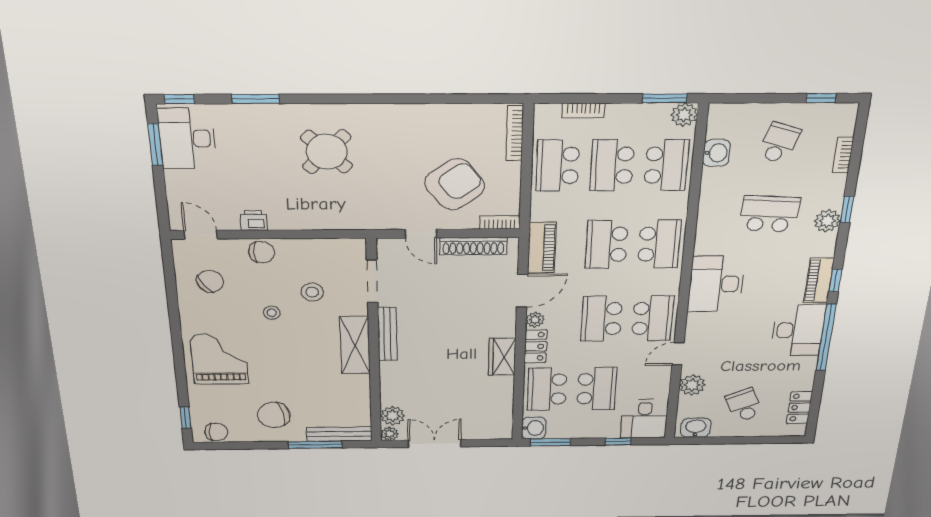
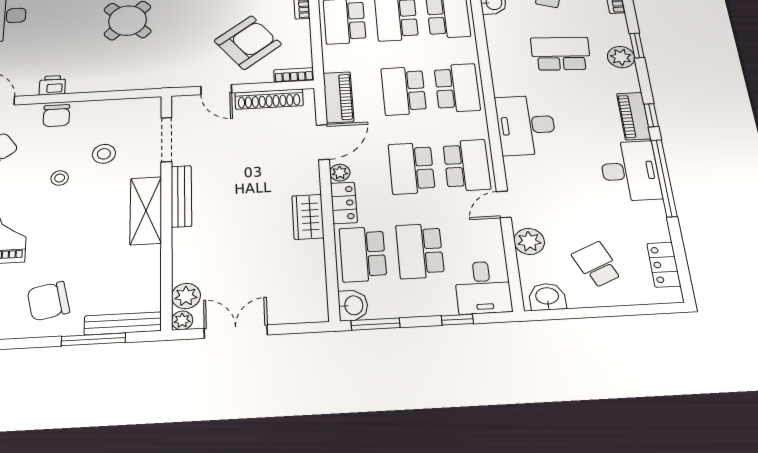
chair: (262, 252) -> (56, 116), turned 90
school desk: (597, 389) -> (420, 251), turned 180

